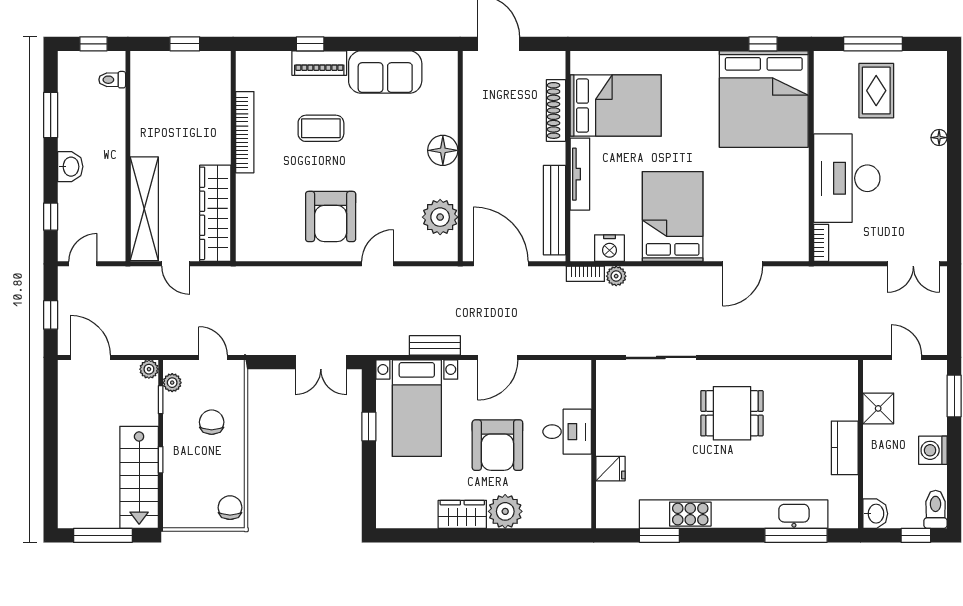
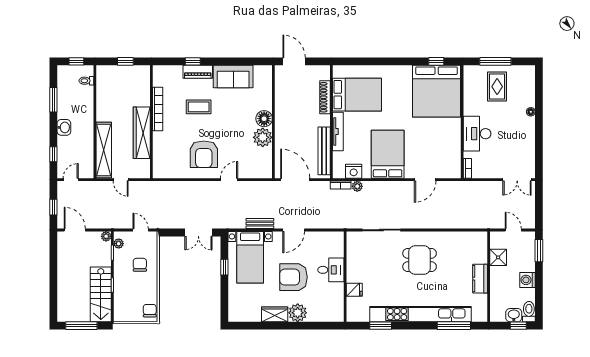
desk: (847, 178) -> (477, 134), width x0.73, depth x0.77
wardrobe: (215, 213) -> (142, 133), moved
plant: (440, 217) -> (263, 137), moved
armchair: (497, 445) -> (293, 277), turned 90
washbasin: (875, 514) -> (514, 315), moved, turned -90

